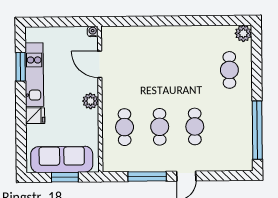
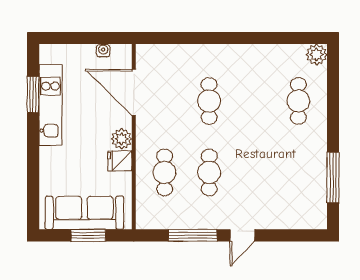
water cooler: (93, 31) -> (103, 51), moved
door: (100, 64) -> (134, 92), width x1.36
fridge: (35, 116) -> (120, 161), moved, turned 180
cafe table: (195, 126) -> (209, 101), moved
window: (257, 130) -> (333, 178), width x0.68

